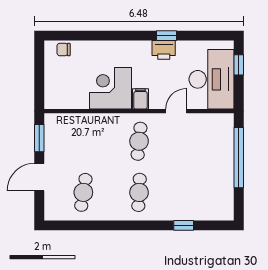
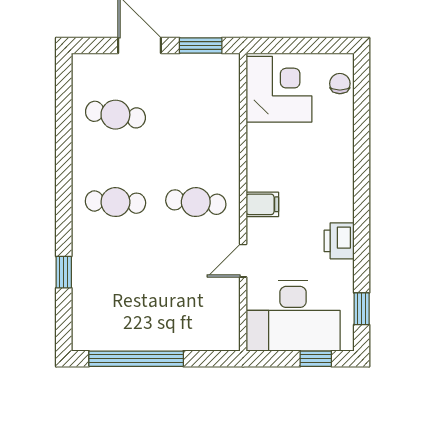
window: (167, 36) -> (362, 309), moved
corner desk: (111, 88) -> (279, 89), moved
door: (176, 111) -> (243, 261), swing flipped
window: (239, 158) -> (136, 359), moved

